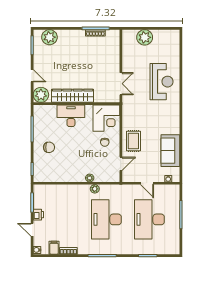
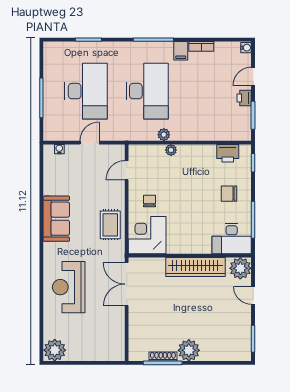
plant: (49, 37) -> (189, 350), moved
plant: (145, 37) -> (55, 350), moved
double door: (121, 84) -> (127, 284), width x1.37
desk: (71, 116) -> (232, 239), moved
rug: (133, 141) -> (110, 225), moved
sofa: (170, 151) -> (56, 219), moved
printer: (50, 176) -> (228, 153), added
door: (147, 183) -> (90, 143), hinge flipped
door: (32, 230) -> (253, 76), swing flipped
filing cabinet: (54, 248) -> (181, 51), moved

